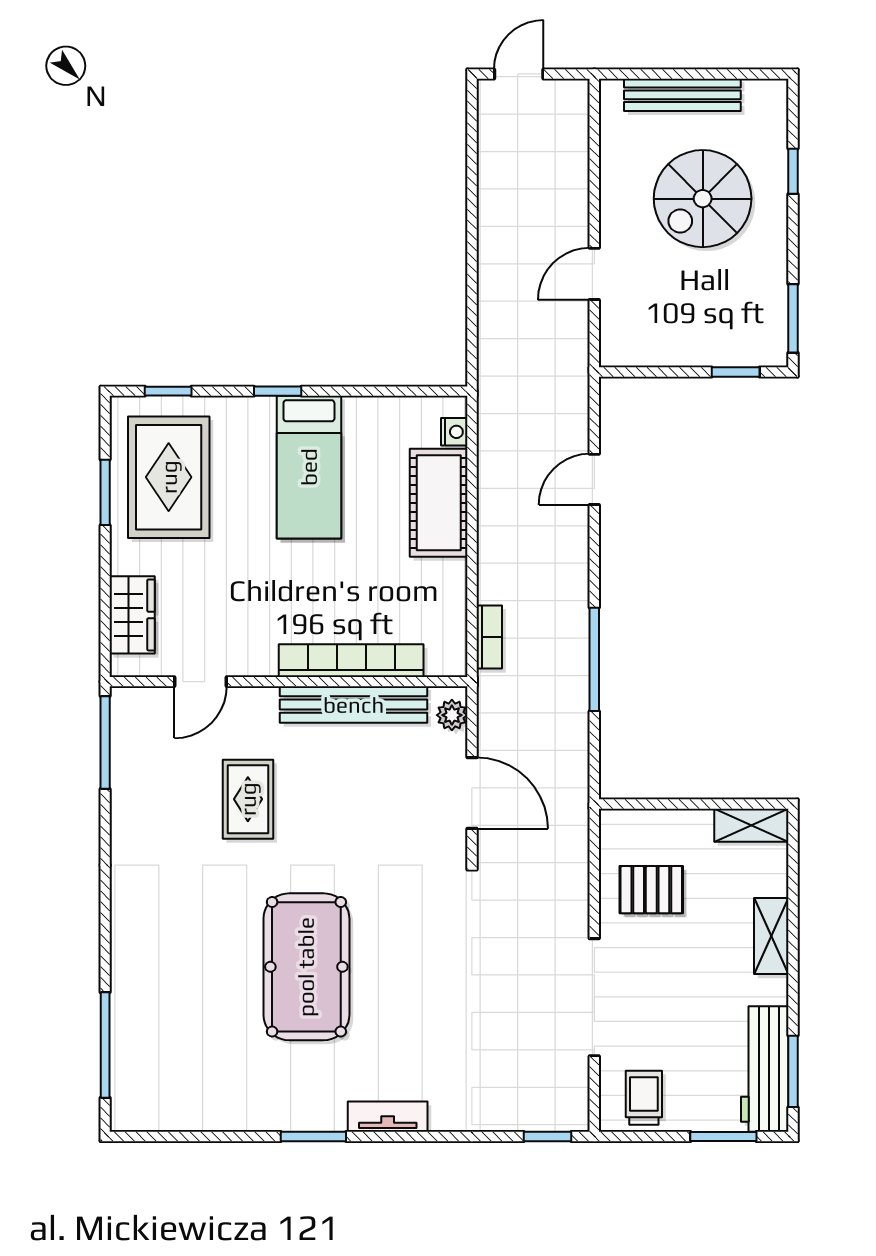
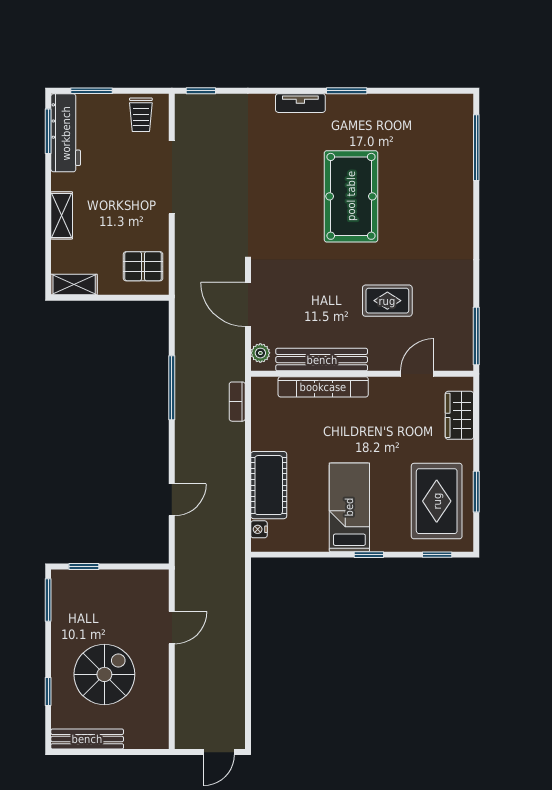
bench: (682, 95) -> (87, 739), moved
rug: (248, 799) -> (387, 301), turned 90
pallet: (651, 890) -> (143, 266), moved

